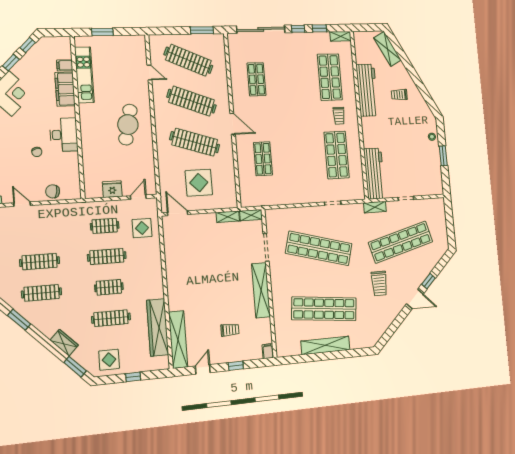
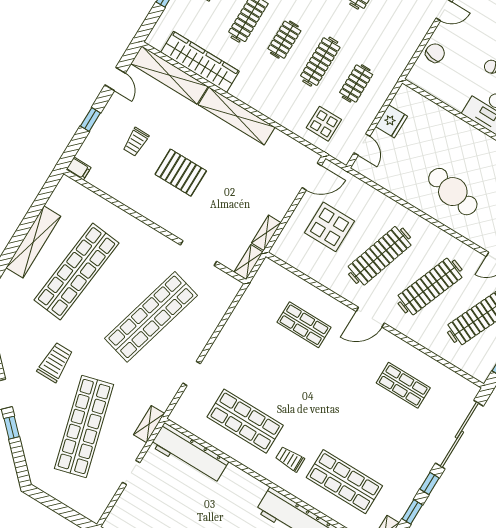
trolley: (379, 283) -> (55, 362), turned 90
shelving: (261, 290) -> (237, 116), moved
pallet: (229, 291) -> (181, 173), added

